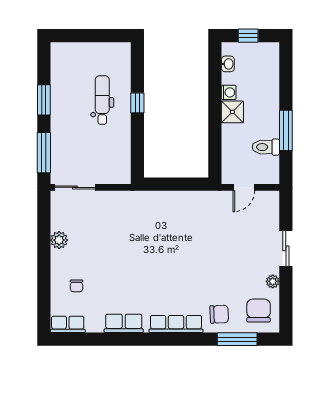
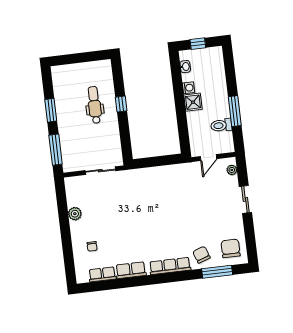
sliding door: (75, 187) -> (100, 171), moved
plant: (273, 281) -> (232, 170), moved
chair: (219, 314) -> (201, 255), turned -108
row of seats: (68, 324) -> (102, 274), moved

